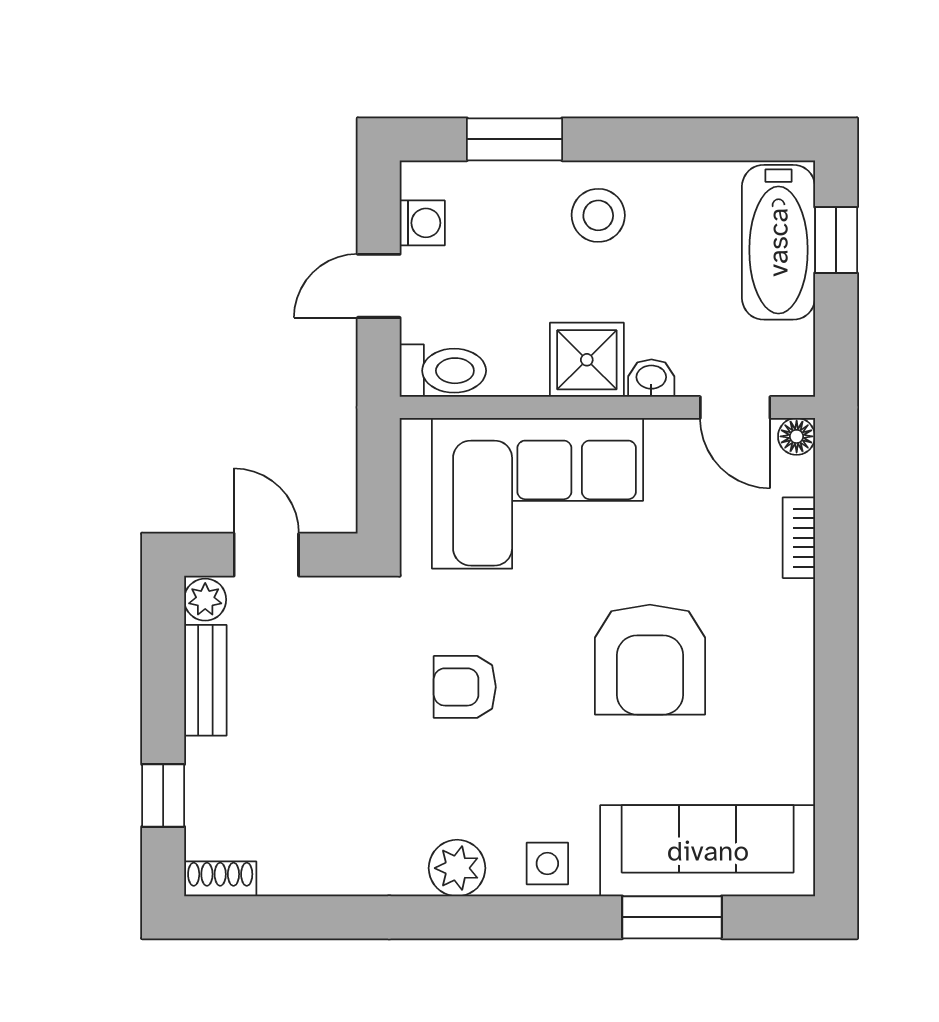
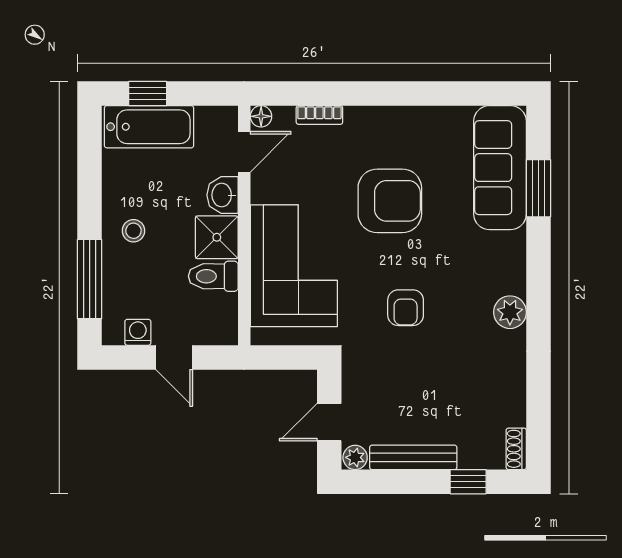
window: (515, 139) -> (90, 279), width x1.44
stool: (598, 215) -> (133, 231), width x0.73, depth x0.73
toilet: (443, 371) -> (213, 276), moved, turned -90
washbasin: (651, 378) -> (223, 195), width x1.38, depth x1.45
bench: (205, 680) -> (413, 457), width x1.36
side table: (547, 864) -> (507, 260), removed

